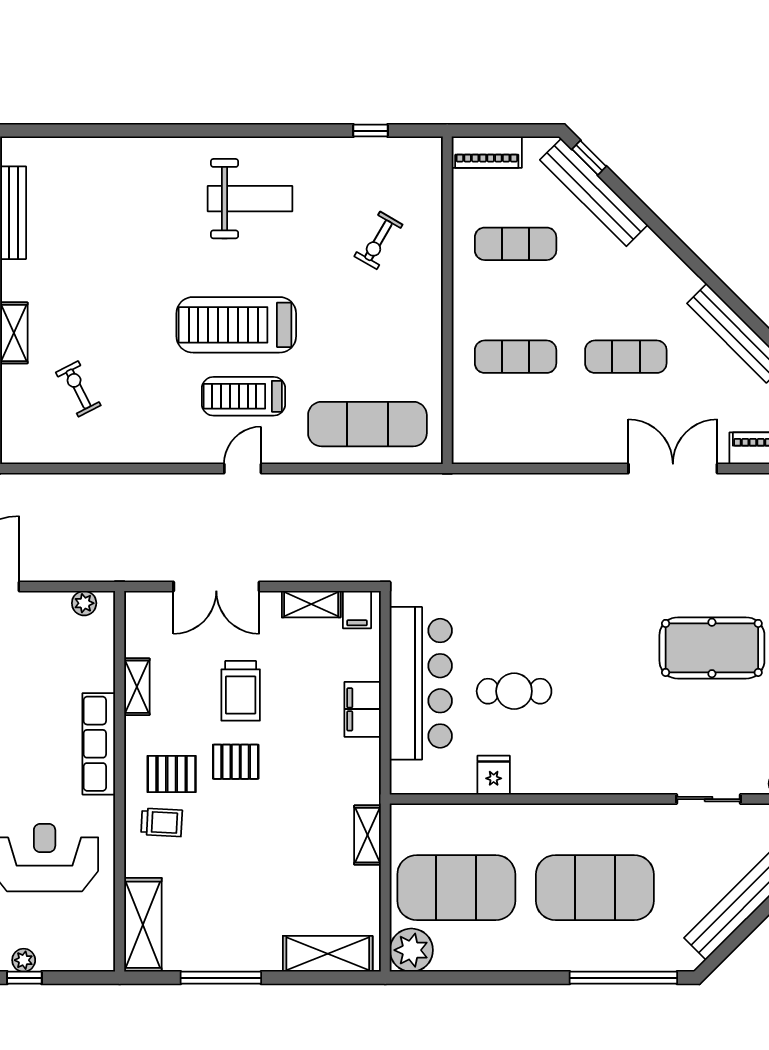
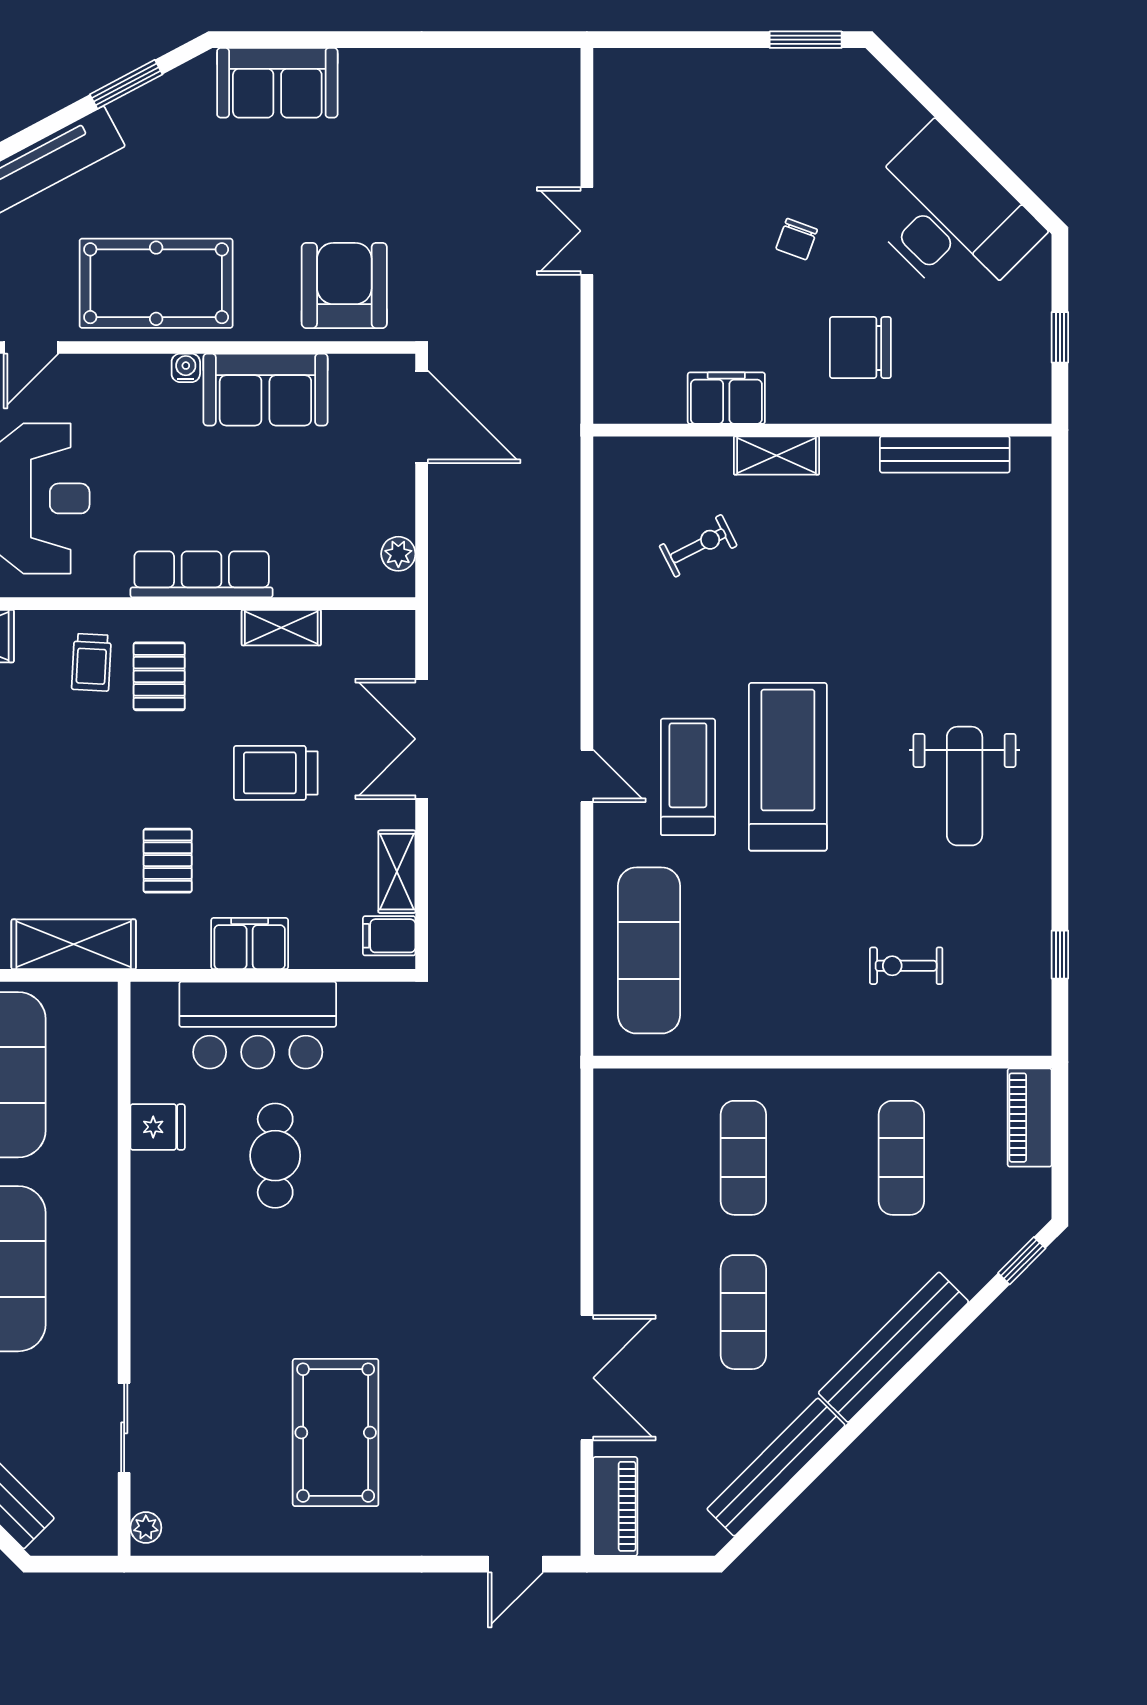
bench: (594, 192) -> (893, 1347), moved
exercise bike: (378, 240) -> (906, 966), turned -30
bar counter: (421, 683) -> (258, 1025), width x0.73
pallet: (236, 762) -> (168, 861), moved
shelving: (368, 835) -> (74, 944), width x1.50, depth x1.33

